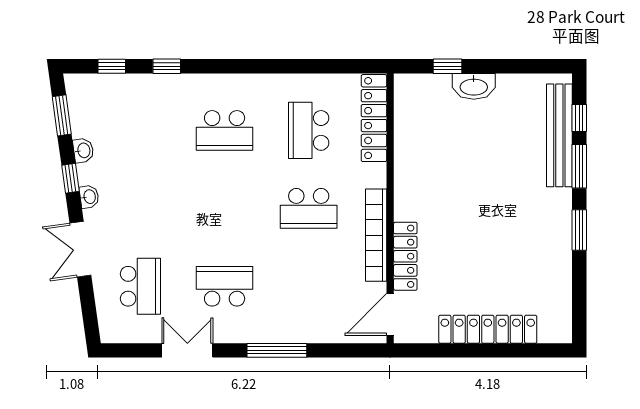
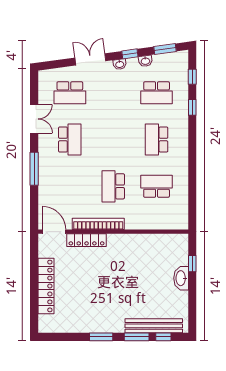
locker: (374, 118) -> (163, 223), removed
school desk: (140, 130) -> (157, 93), added

